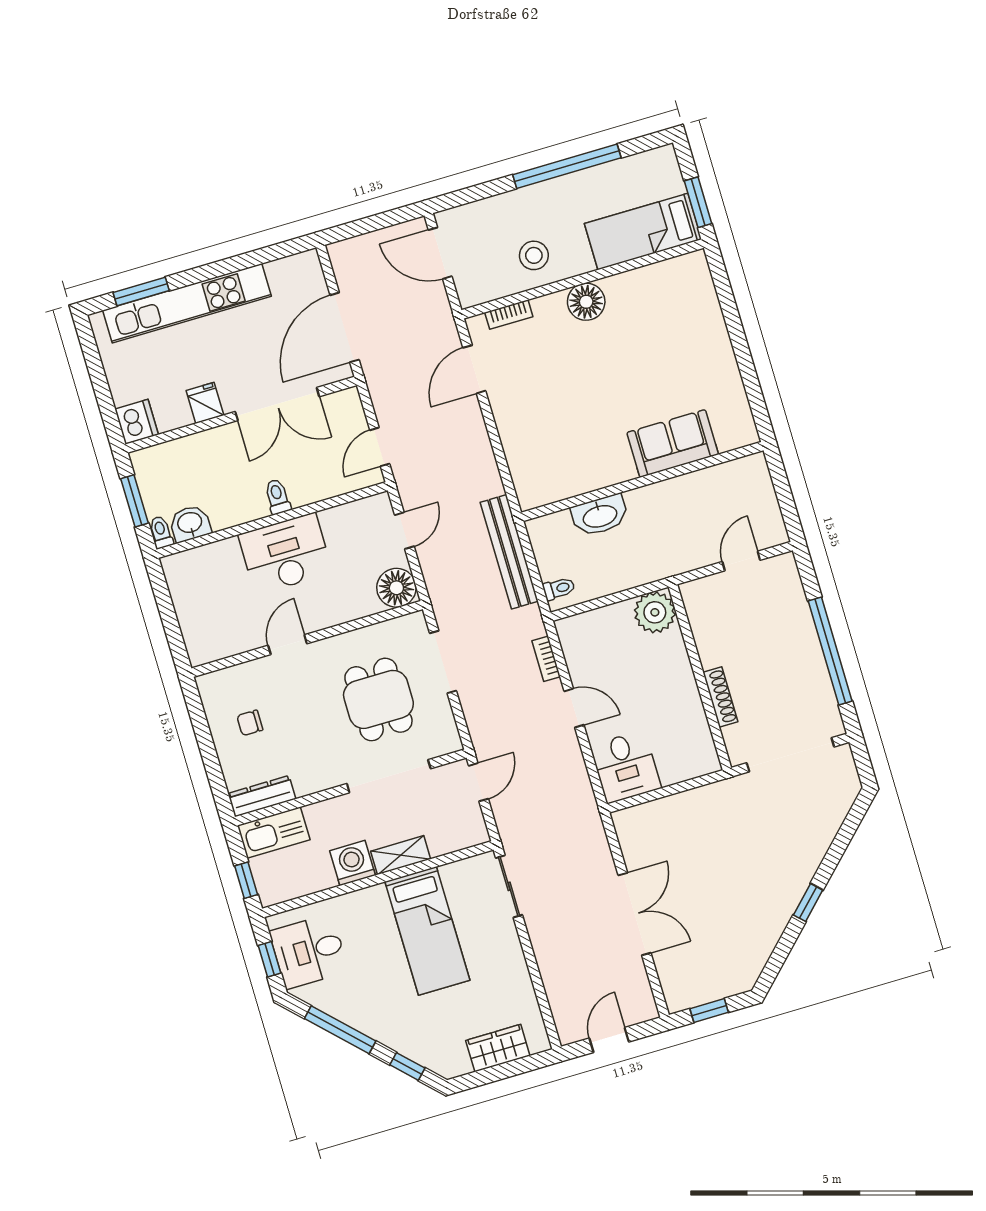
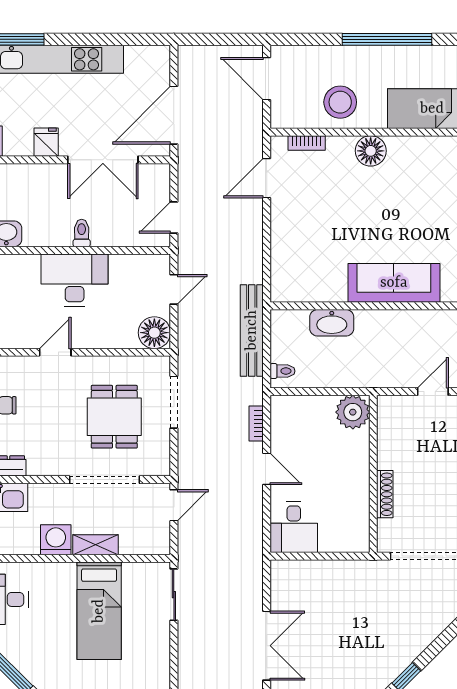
stool: (534, 255) -> (340, 102), width x1.38, depth x1.38
sofa: (673, 443) -> (394, 283), width x1.36

